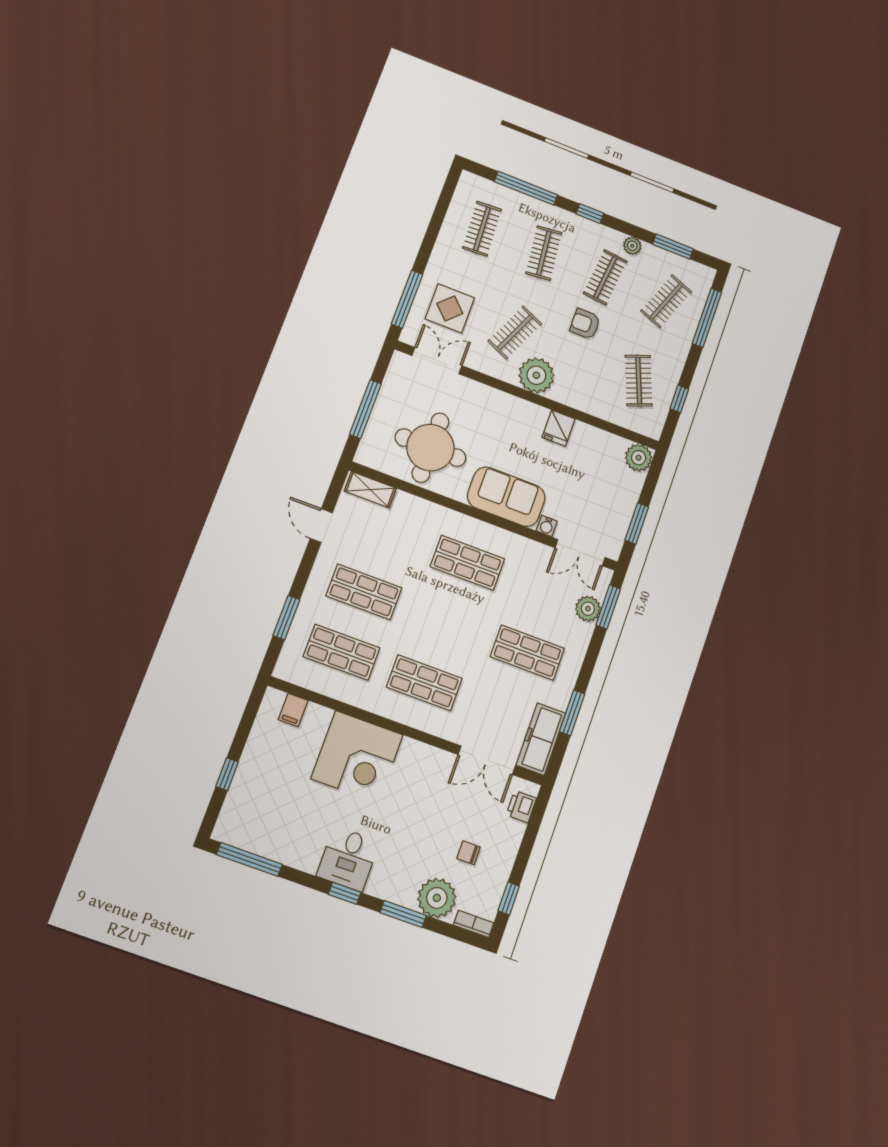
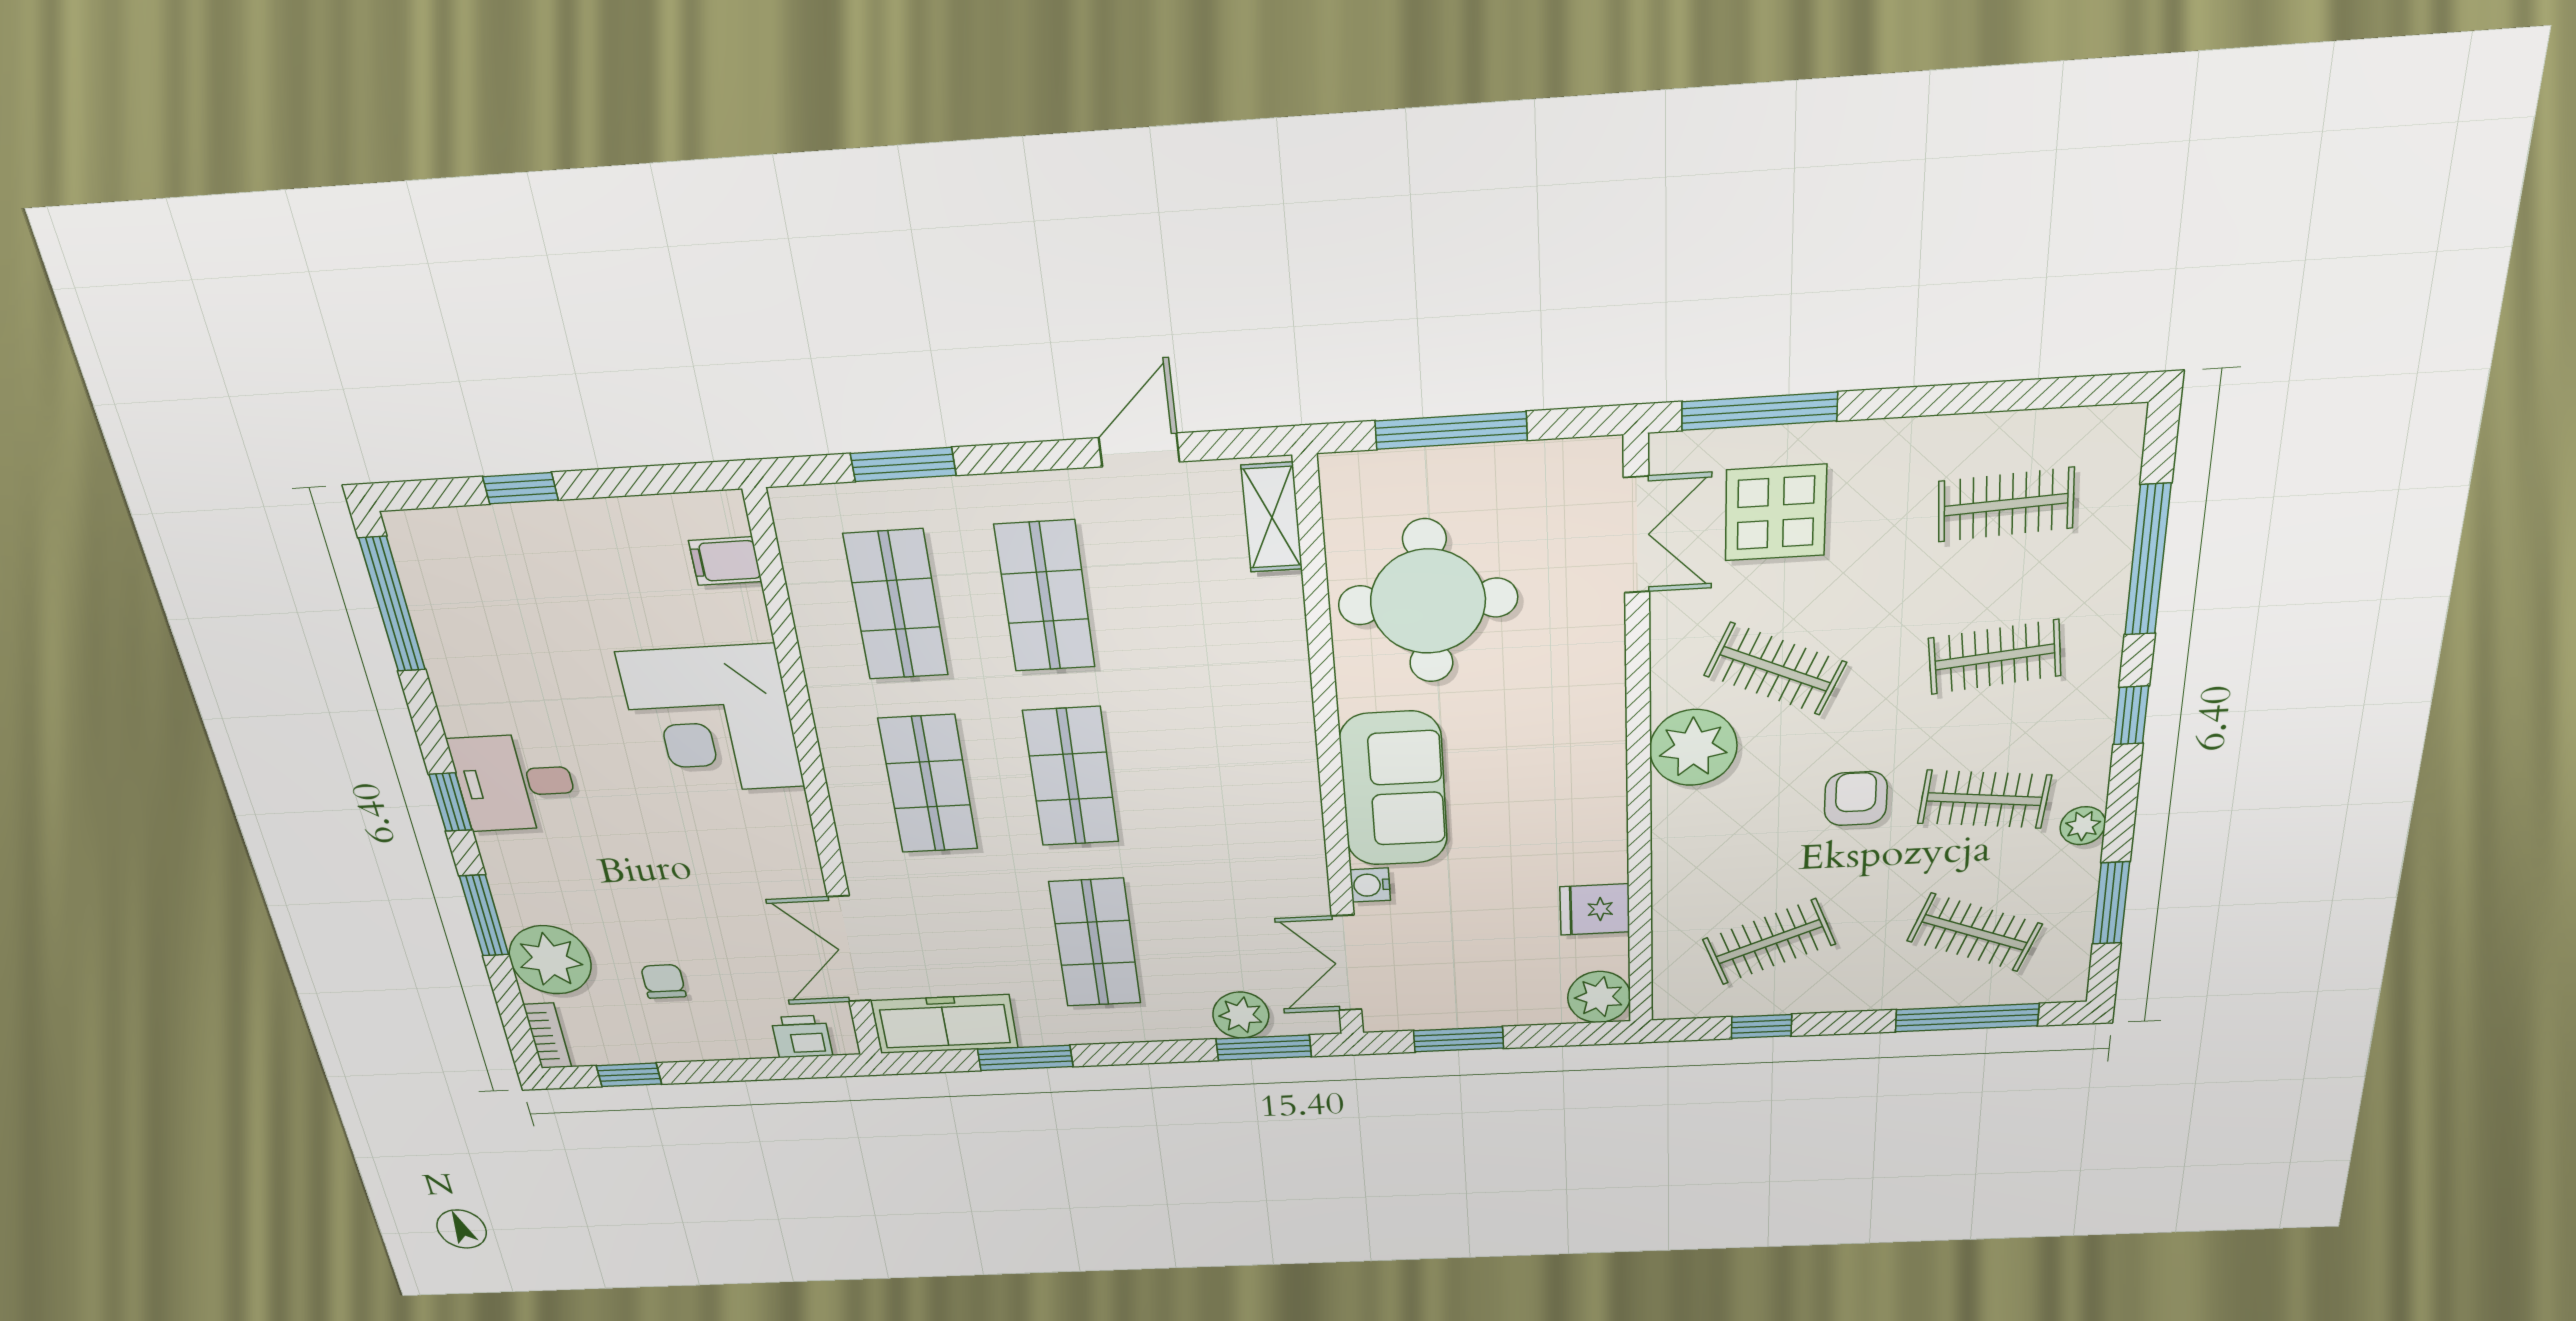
fridge: (559, 428) -> (1595, 909), moved
shop shelf: (467, 563) -> (1071, 777), moved

